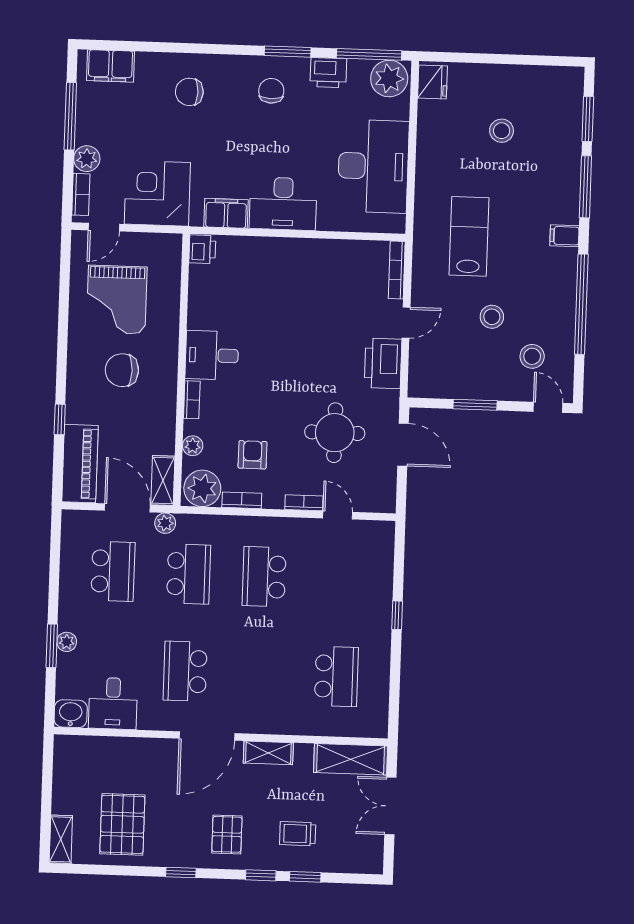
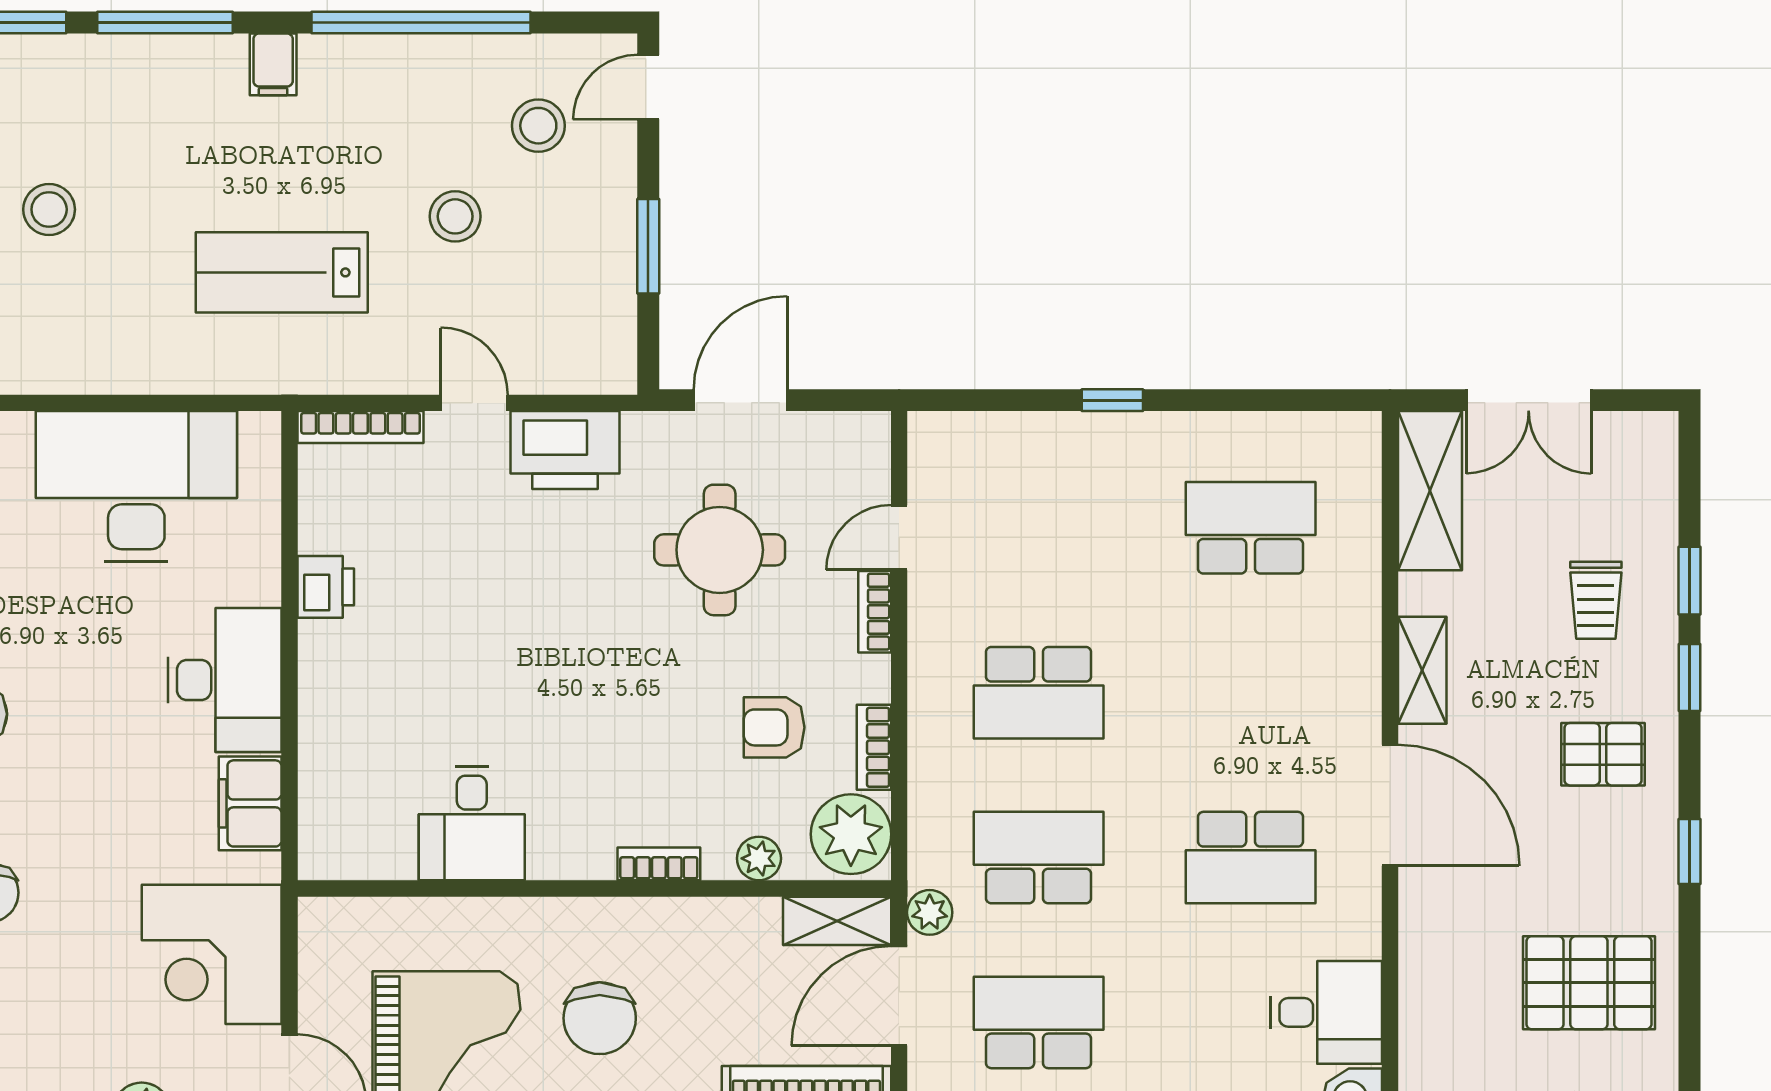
printer: (202, 249) -> (326, 587), moved, turned 90
desk: (212, 355) -> (472, 823), moved

